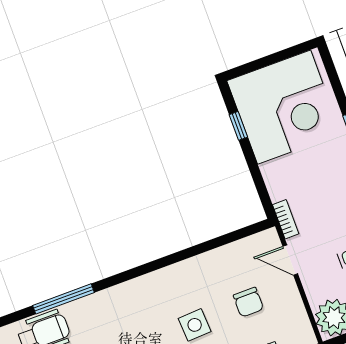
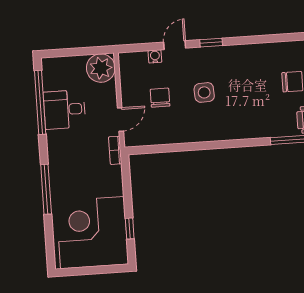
door: (290, 260) -> (120, 119), hinge flipped

